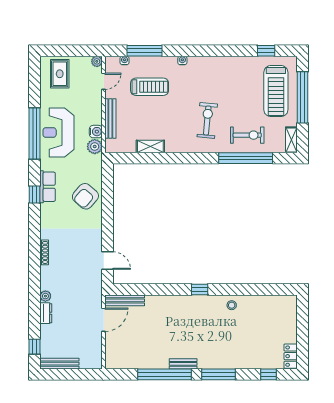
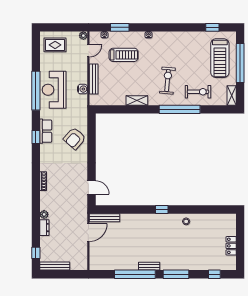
window: (145, 51) -> (120, 27), width x0.69
rug: (60, 74) -> (55, 45), turned 90
plant: (95, 147) -> (82, 100), removed
shelving: (150, 147) -> (137, 100), moved
window: (246, 158) -> (180, 109), moved
locker: (291, 356) -> (231, 246), moved

